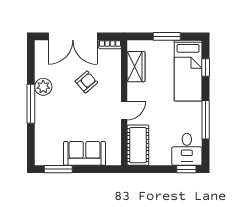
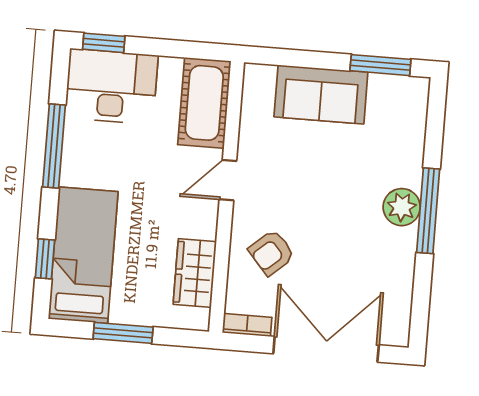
armchair: (86, 82) -> (271, 253), moved
plant: (43, 87) -> (402, 207), moved
desk: (187, 149) -> (111, 87), width x1.37

